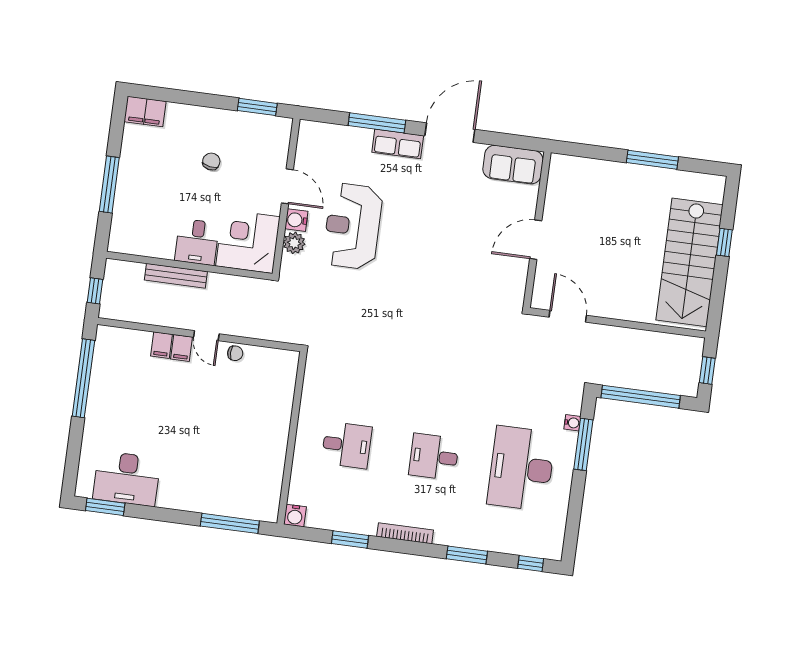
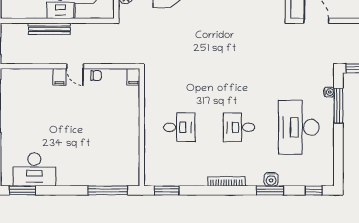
filing cabinet: (161, 345) -> (133, 77), moved
water cooler: (295, 516) -> (271, 179), moved
window: (350, 539) -> (167, 190), moved

